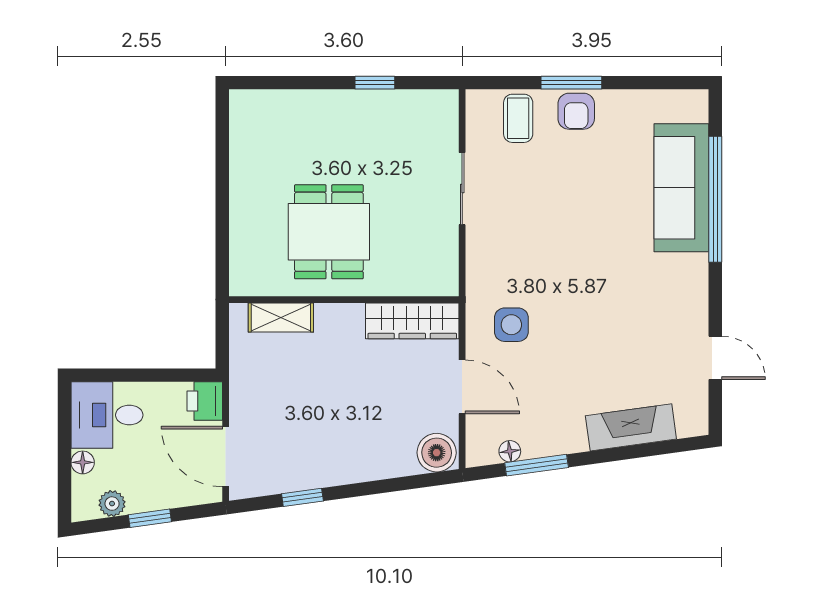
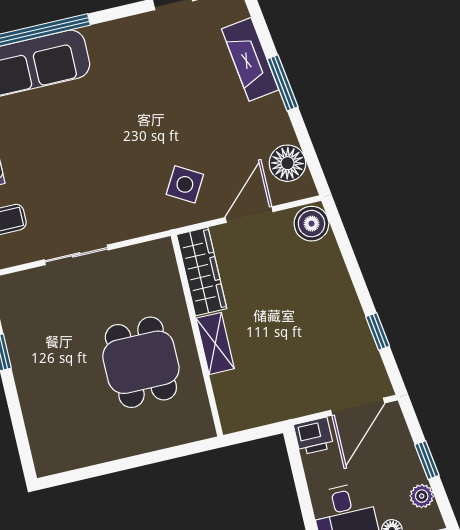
dining table: (329, 232) -> (141, 362), turned 90
shelving: (281, 317) -> (215, 343), moved
side table: (511, 325) -> (185, 184), turned 30
floor lamp: (510, 451) -> (287, 163), width x1.89, depth x1.89
window: (537, 465) -> (283, 83), moved

